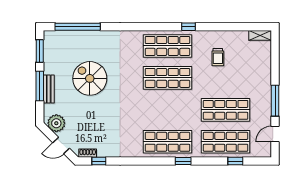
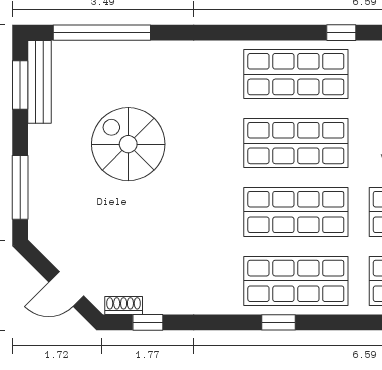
window: (40, 86) -> (20, 187), moved
bench: (49, 89) -> (40, 82), moved, width x1.36
shop shelf: (167, 110) -> (296, 212), added
plant: (56, 123) -> (56, 241), removed
window: (183, 161) -> (279, 322), moved

